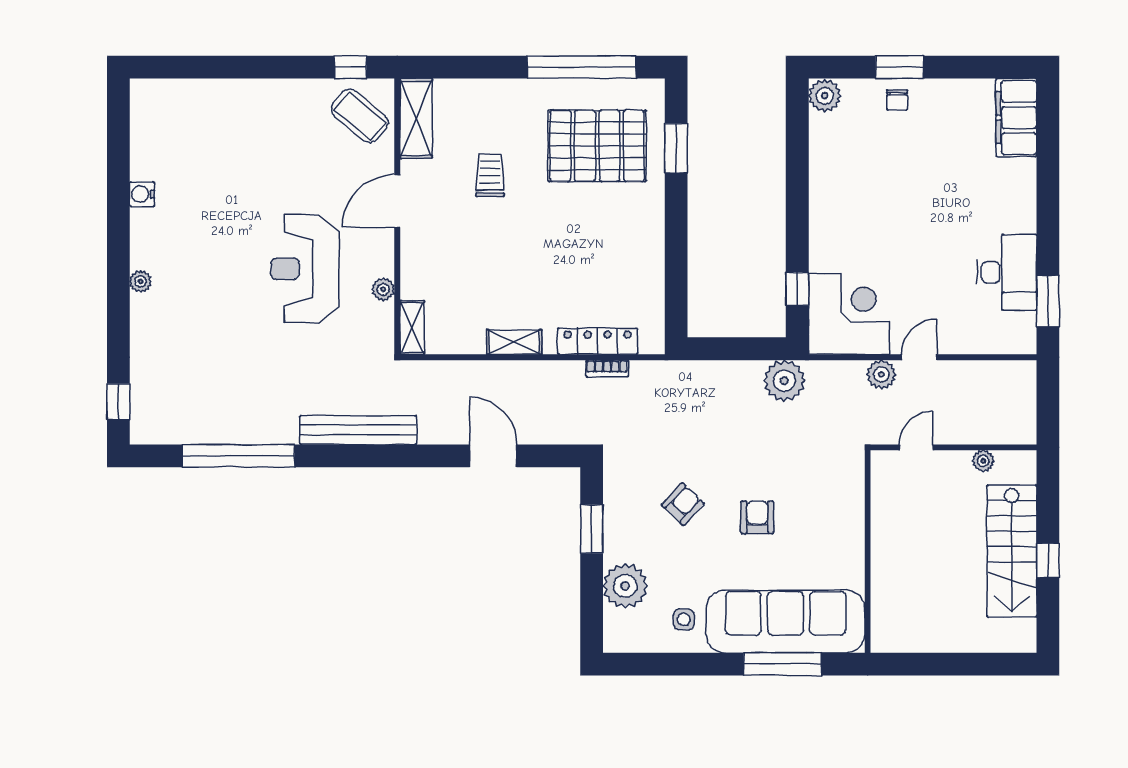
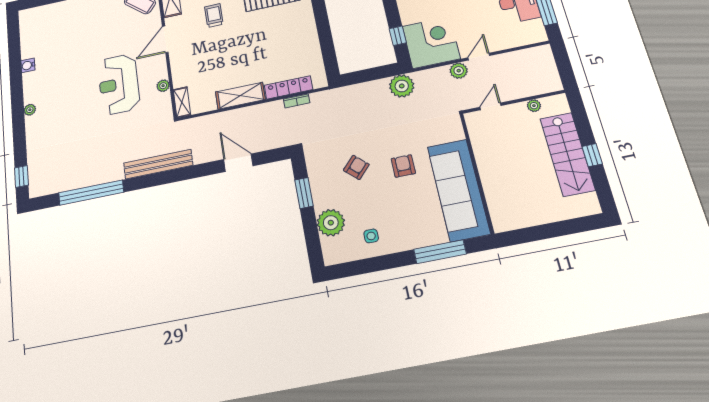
shelving: (514, 342) -> (240, 96), width x1.50, depth x1.33
sofa: (786, 621) -> (458, 190), moved, turned -90

